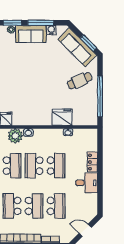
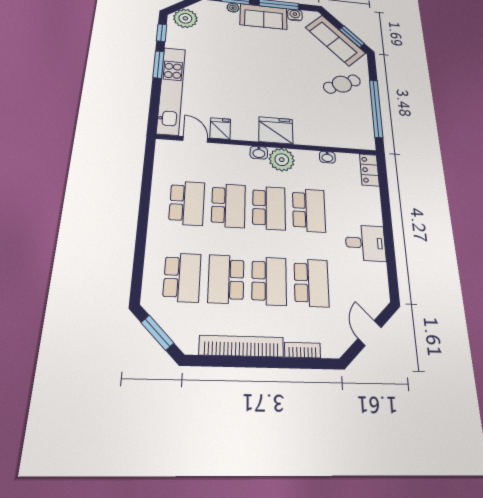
fridge: (62, 117) -> (276, 130), moved
plant: (15, 136) -> (282, 160), moved
locker: (92, 162) -> (369, 170), moved
school desk: (34, 166) -> (269, 208), turned 180
door: (85, 230) -> (370, 333), hinge flipped

